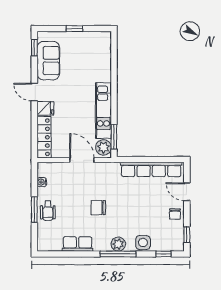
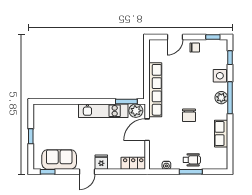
locker: (44, 137) -> (133, 163), width x0.66
row of seats: (151, 169) -> (155, 90), moved

